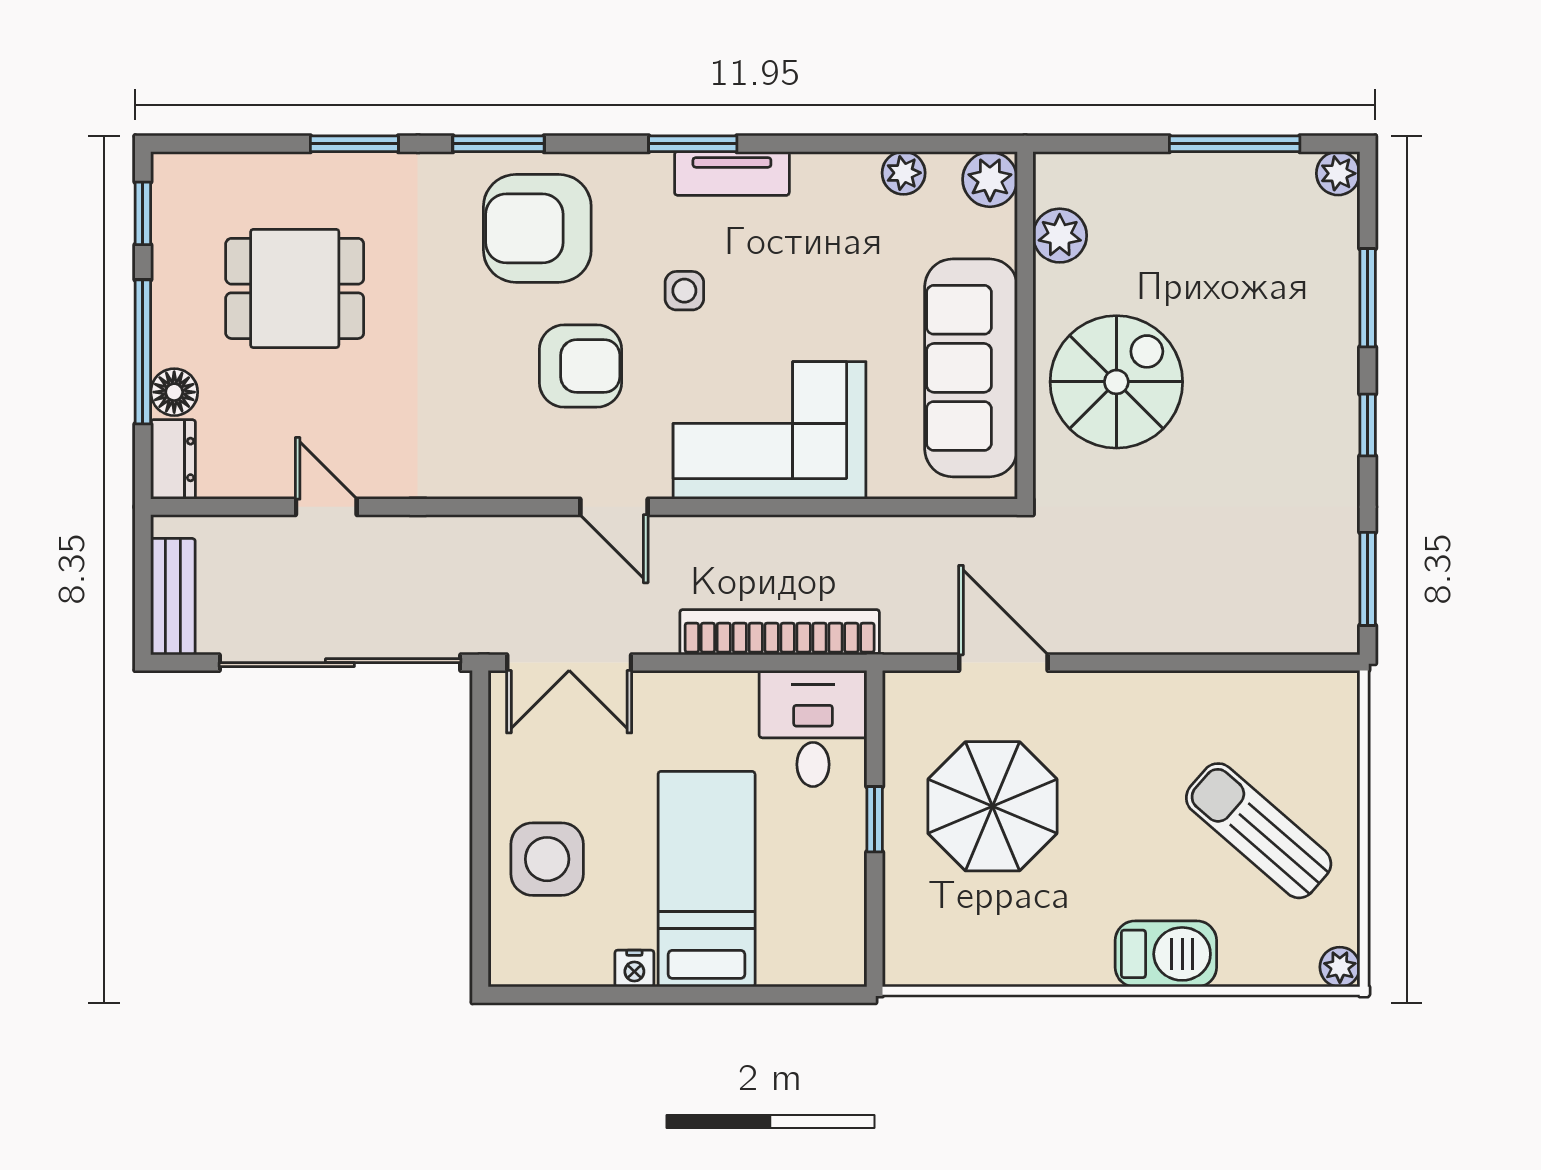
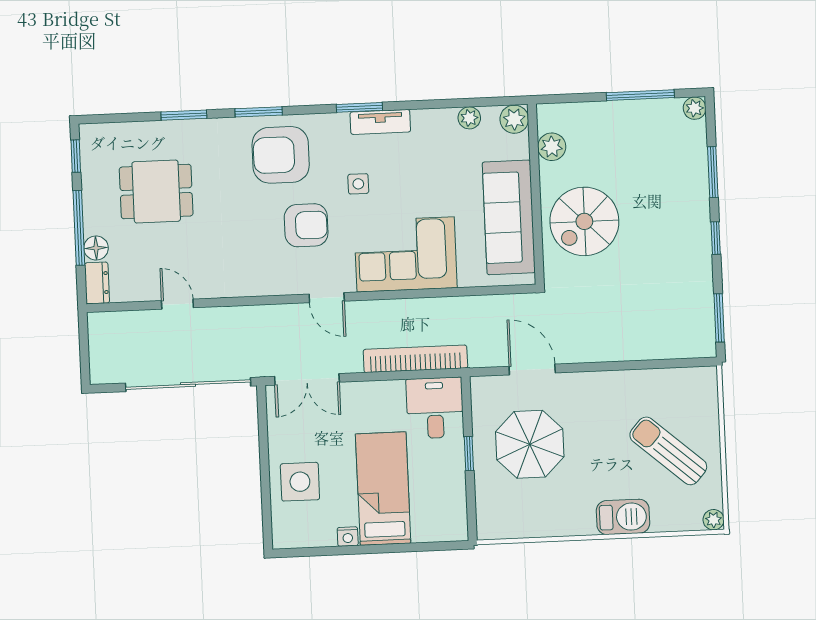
spiral stairs: (1116, 382) -> (584, 221), turned 180
bench: (173, 597) -> (100, 354), removed

